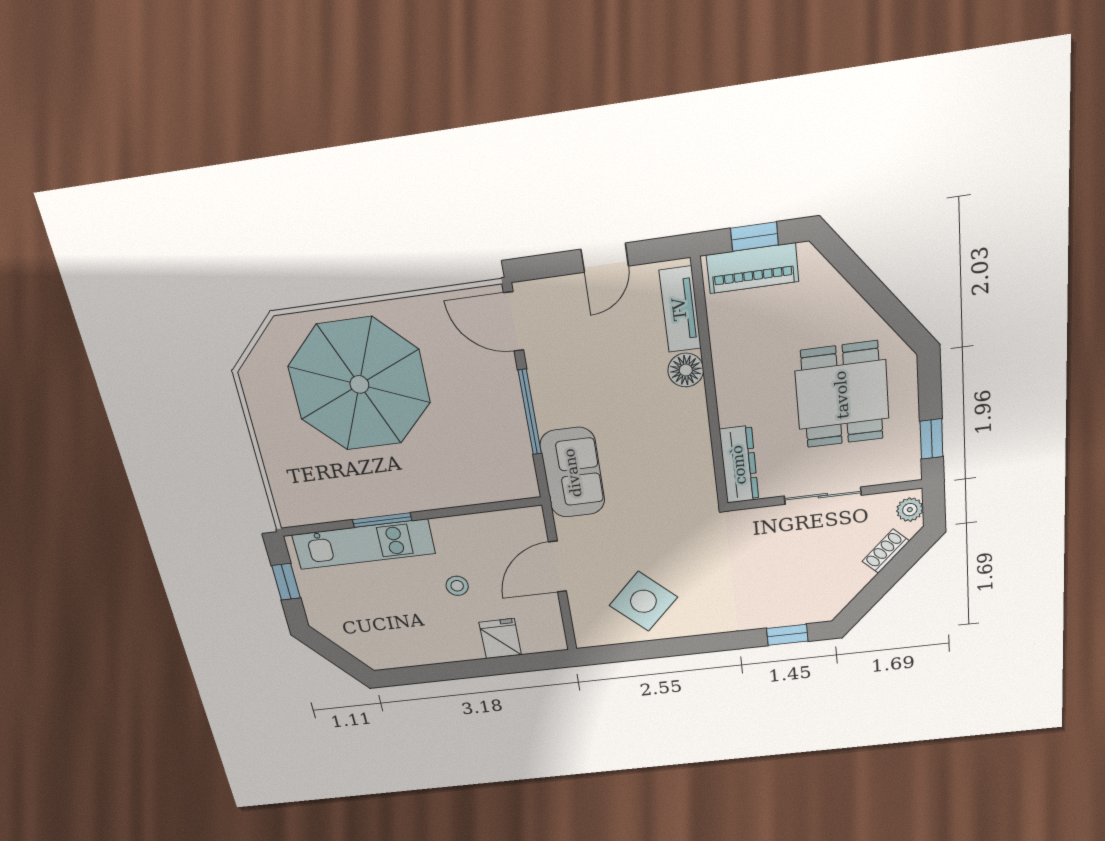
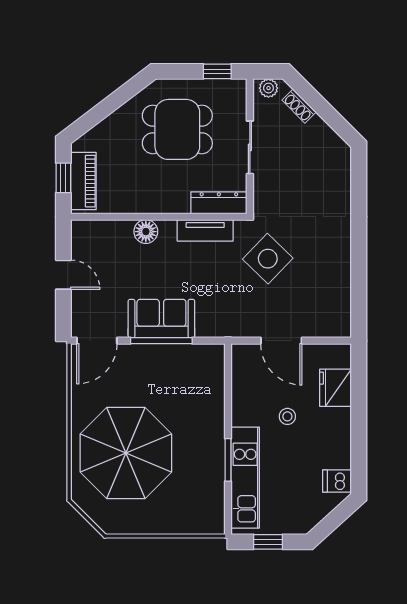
tv unit: (680, 309) -> (205, 230), moved
sofa: (573, 473) -> (161, 319), moved
side table: (643, 601) -> (268, 259), moved
window: (787, 635) -> (359, 181), removed
fridge: (500, 639) -> (335, 388), width x1.38
dishwasher: (386, 653) -> (337, 481), added

